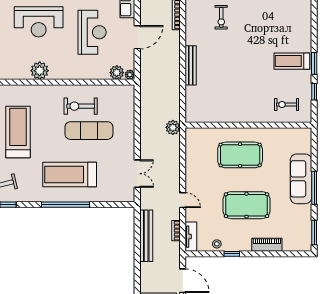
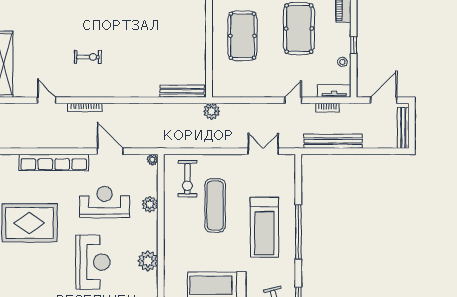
bench: (191, 65) -> (182, 91), moved
plant: (117, 73) -> (150, 204), moved
exercise bike: (81, 106) -> (187, 179), moved

